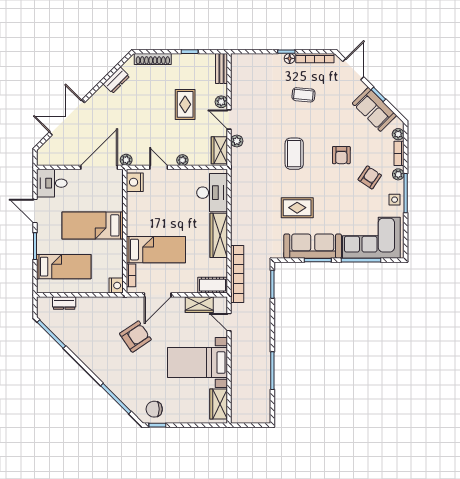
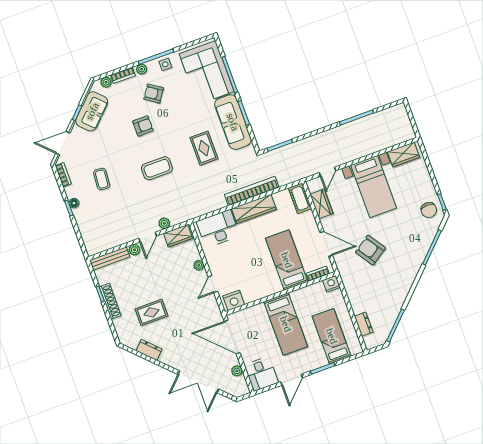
bookcase: (315, 58) -> (63, 175), width x0.64
shoe rack: (153, 59) -> (110, 301), moved
bench: (221, 68) -> (110, 259), width x1.36
rug: (185, 104) -> (151, 312), moved
plant: (126, 160) -> (237, 371), moved
bookcase: (237, 274) -> (252, 191), moved

